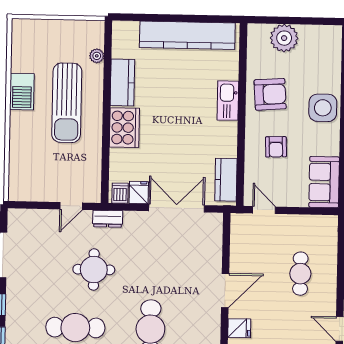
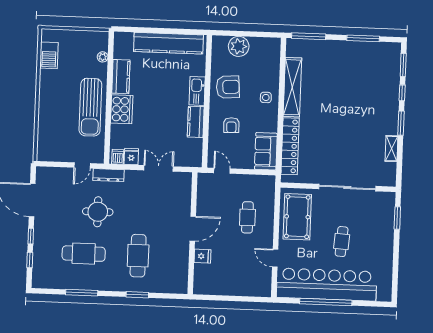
barbecue: (22, 92) -> (49, 55), moved
sun lounger: (67, 103) -> (90, 107), moved
side table: (323, 108) -> (266, 97), width x0.54, depth x0.54
kitchen counter: (226, 180) -> (196, 122), moved
double door: (177, 208) -> (159, 168), width x0.73
dresser: (108, 219) -> (108, 175), width x1.44

